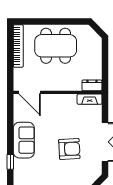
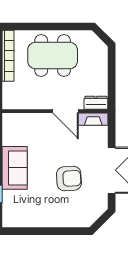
door: (30, 92) -> (65, 111), moved

